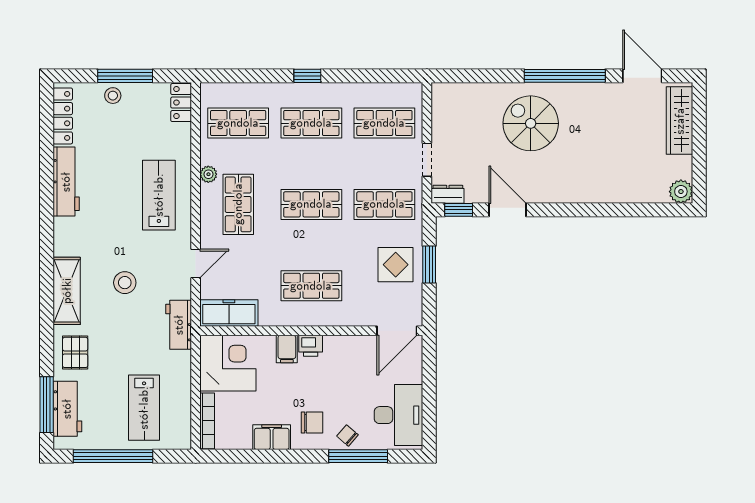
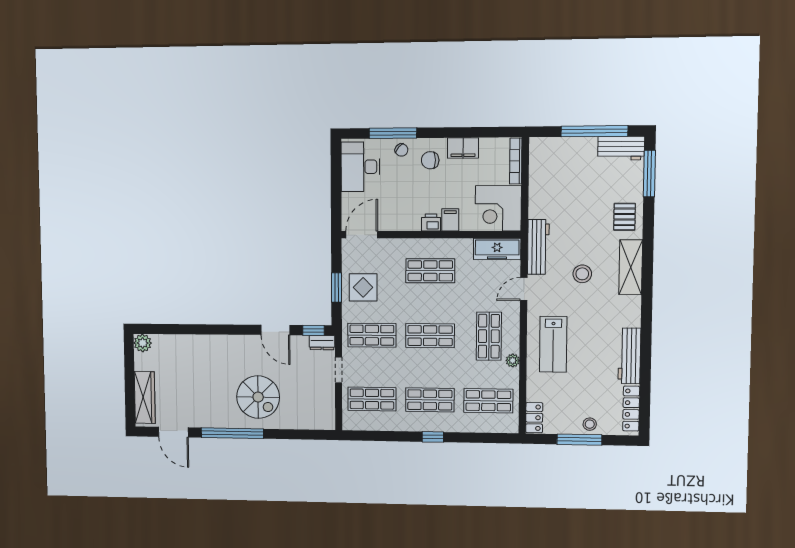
workbench: (179, 325) -> (538, 247), width x1.38
lab bench: (144, 408) -> (568, 172), removed
workbench: (67, 409) -> (621, 148), moved, turned -90

